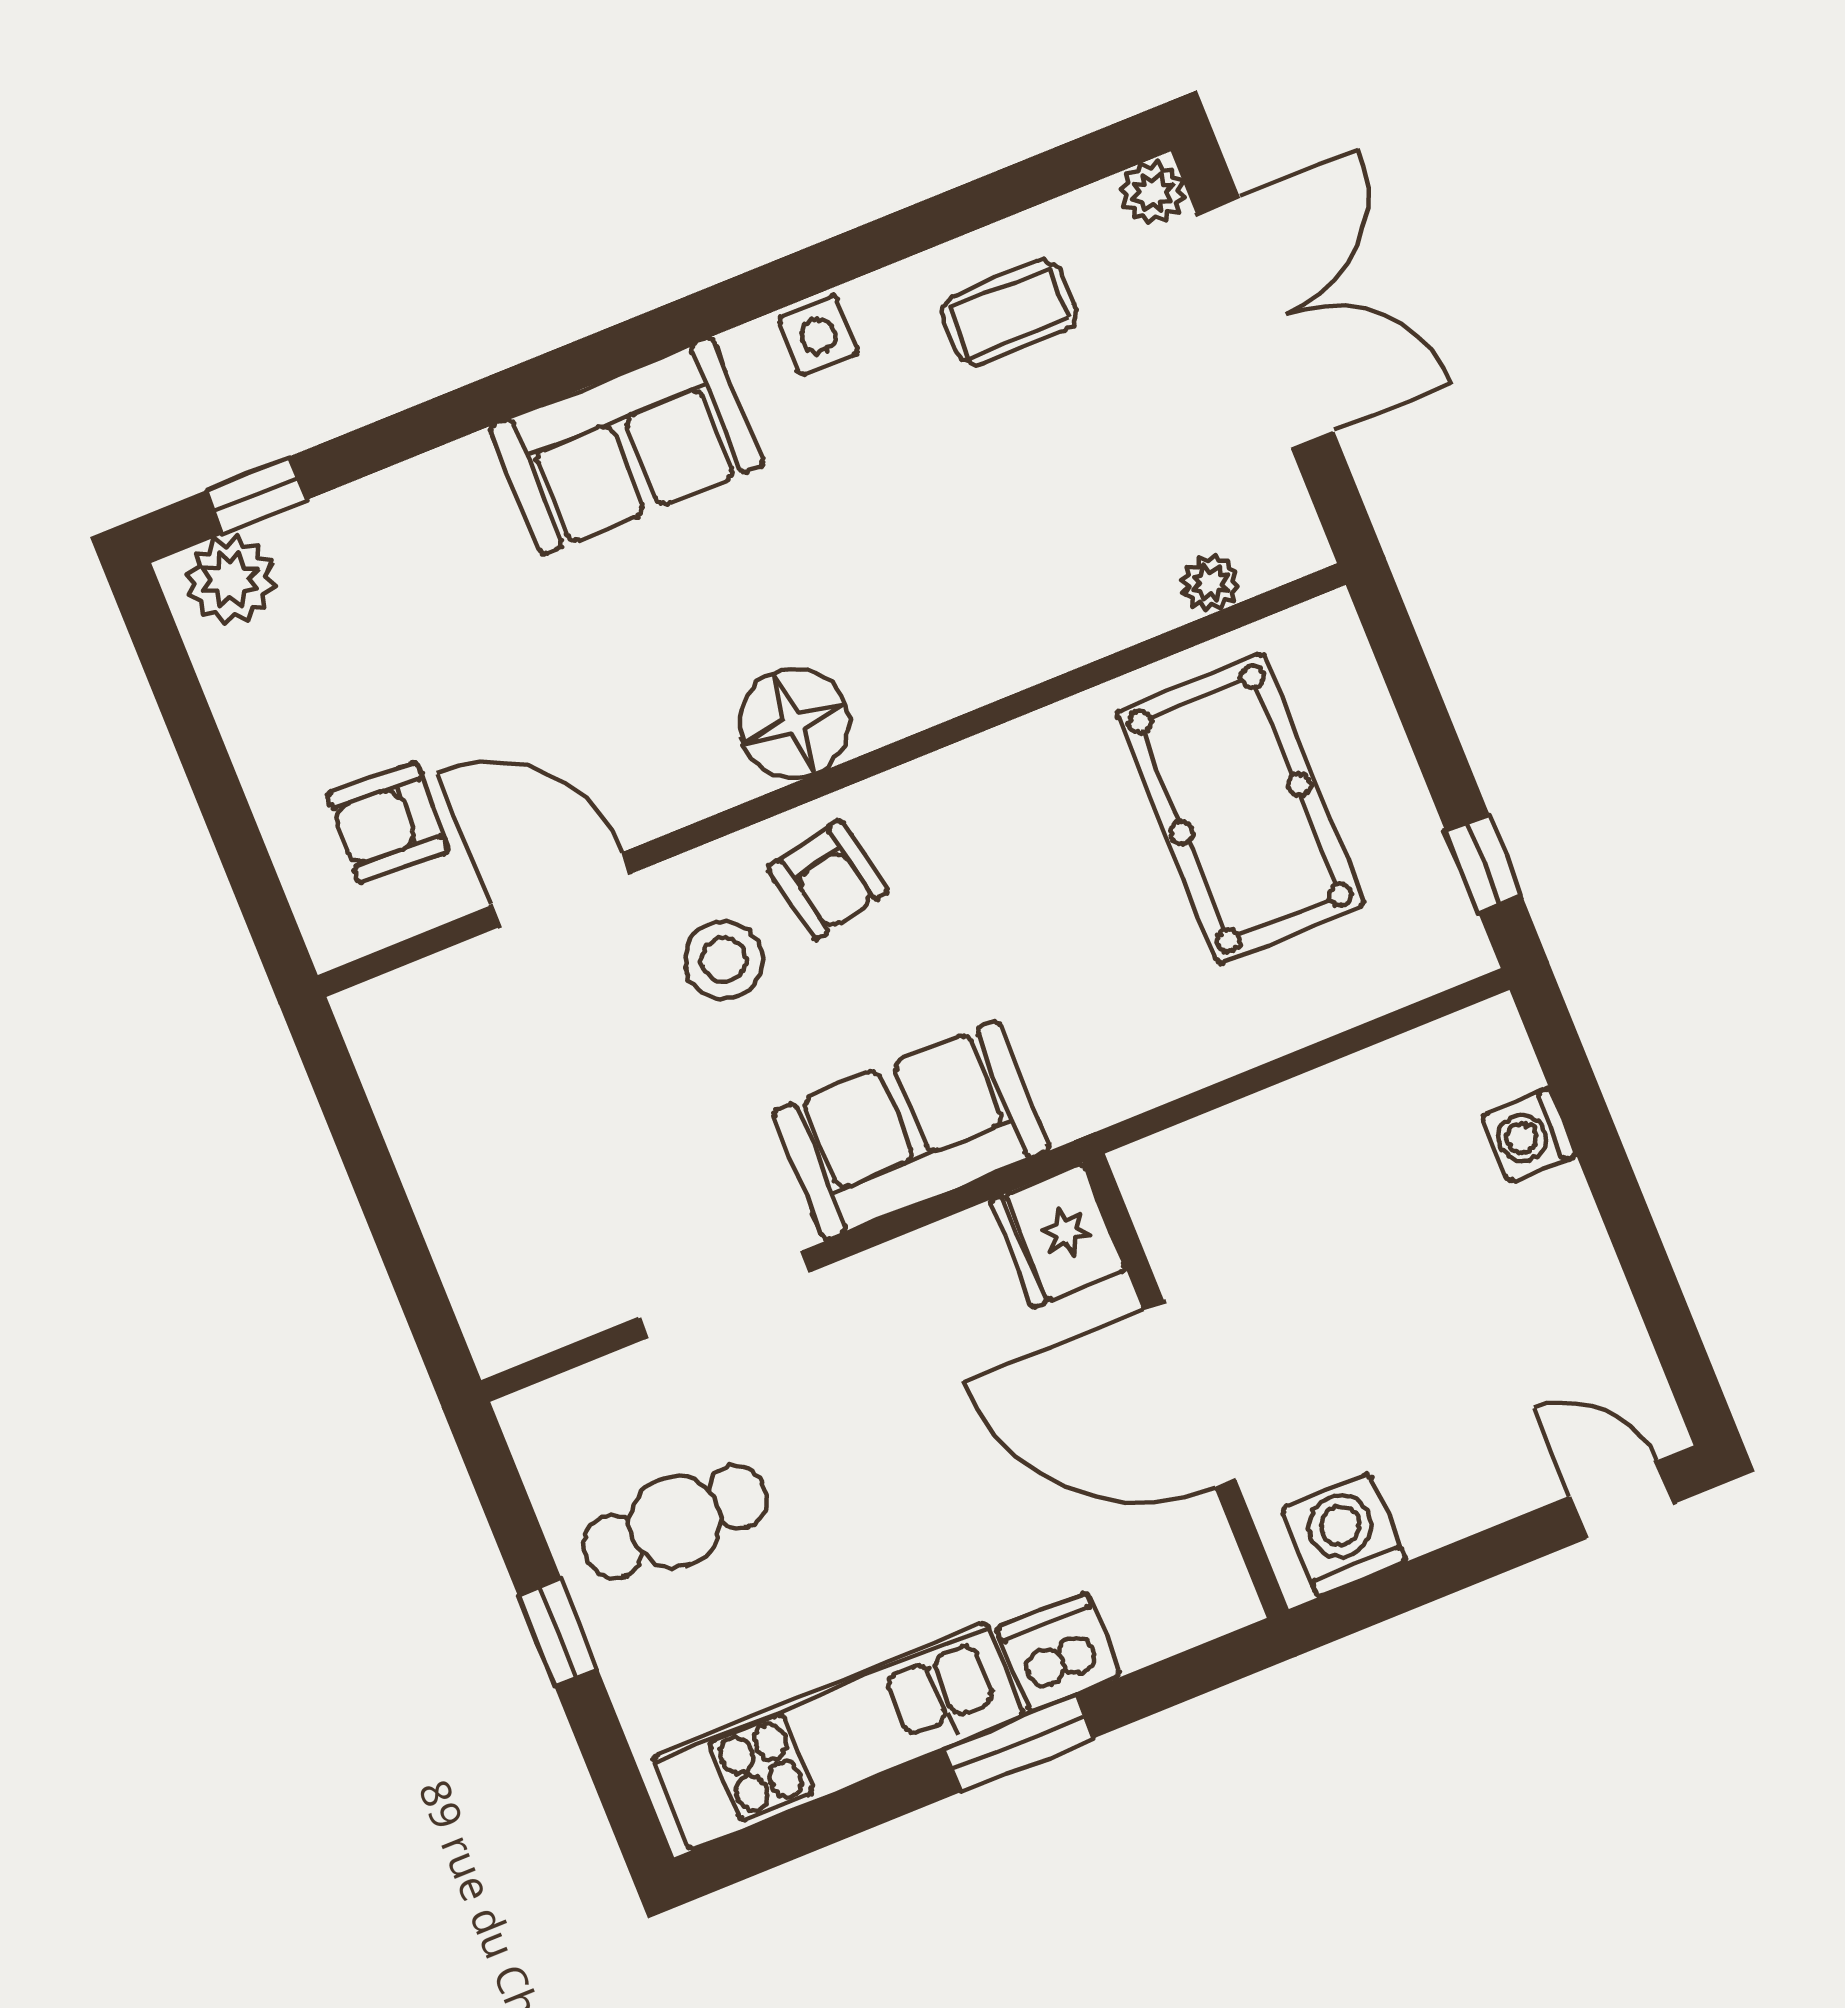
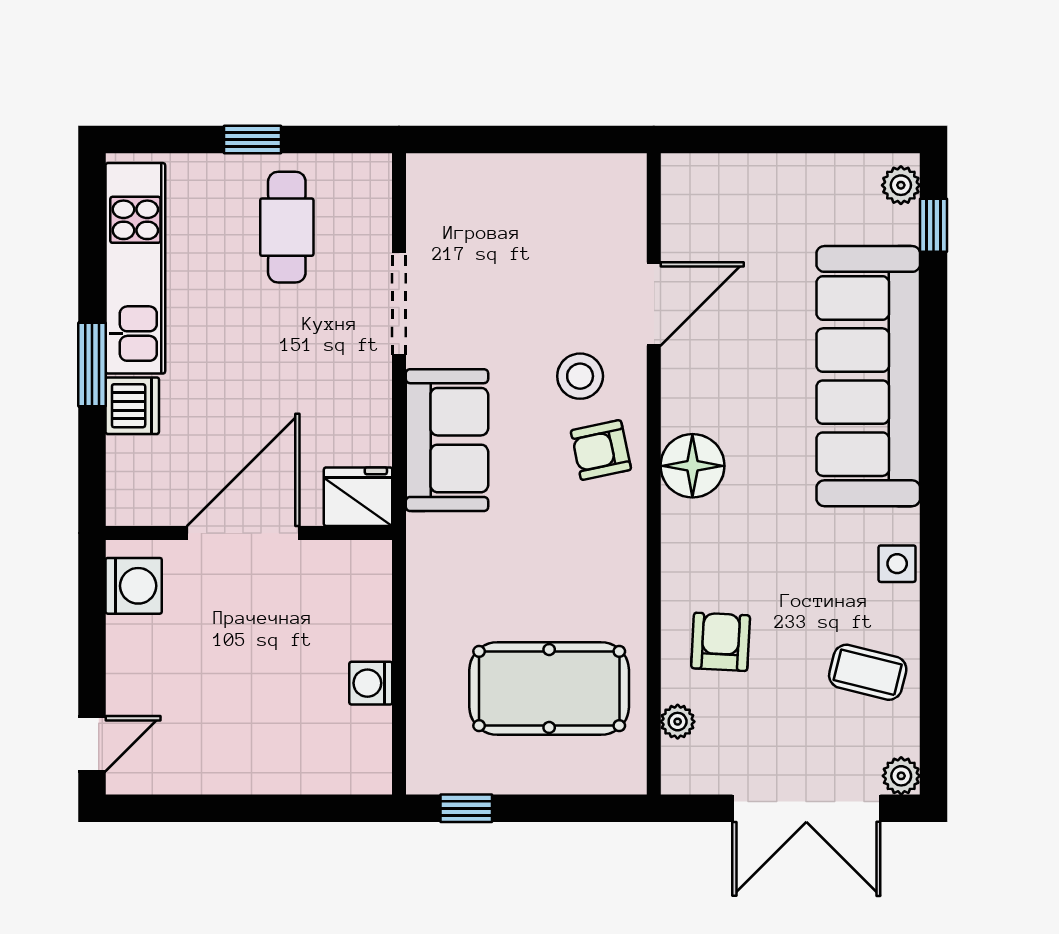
coffee table: (1010, 313) -> (868, 672), turned -76
sofa: (627, 446) -> (868, 376), width x1.85, depth x1.27
plant: (230, 579) -> (901, 185), width x0.73, depth x0.73
armchair: (388, 822) -> (721, 642), moved
washing machine: (1529, 1135) -> (371, 683), moved, turned -90

